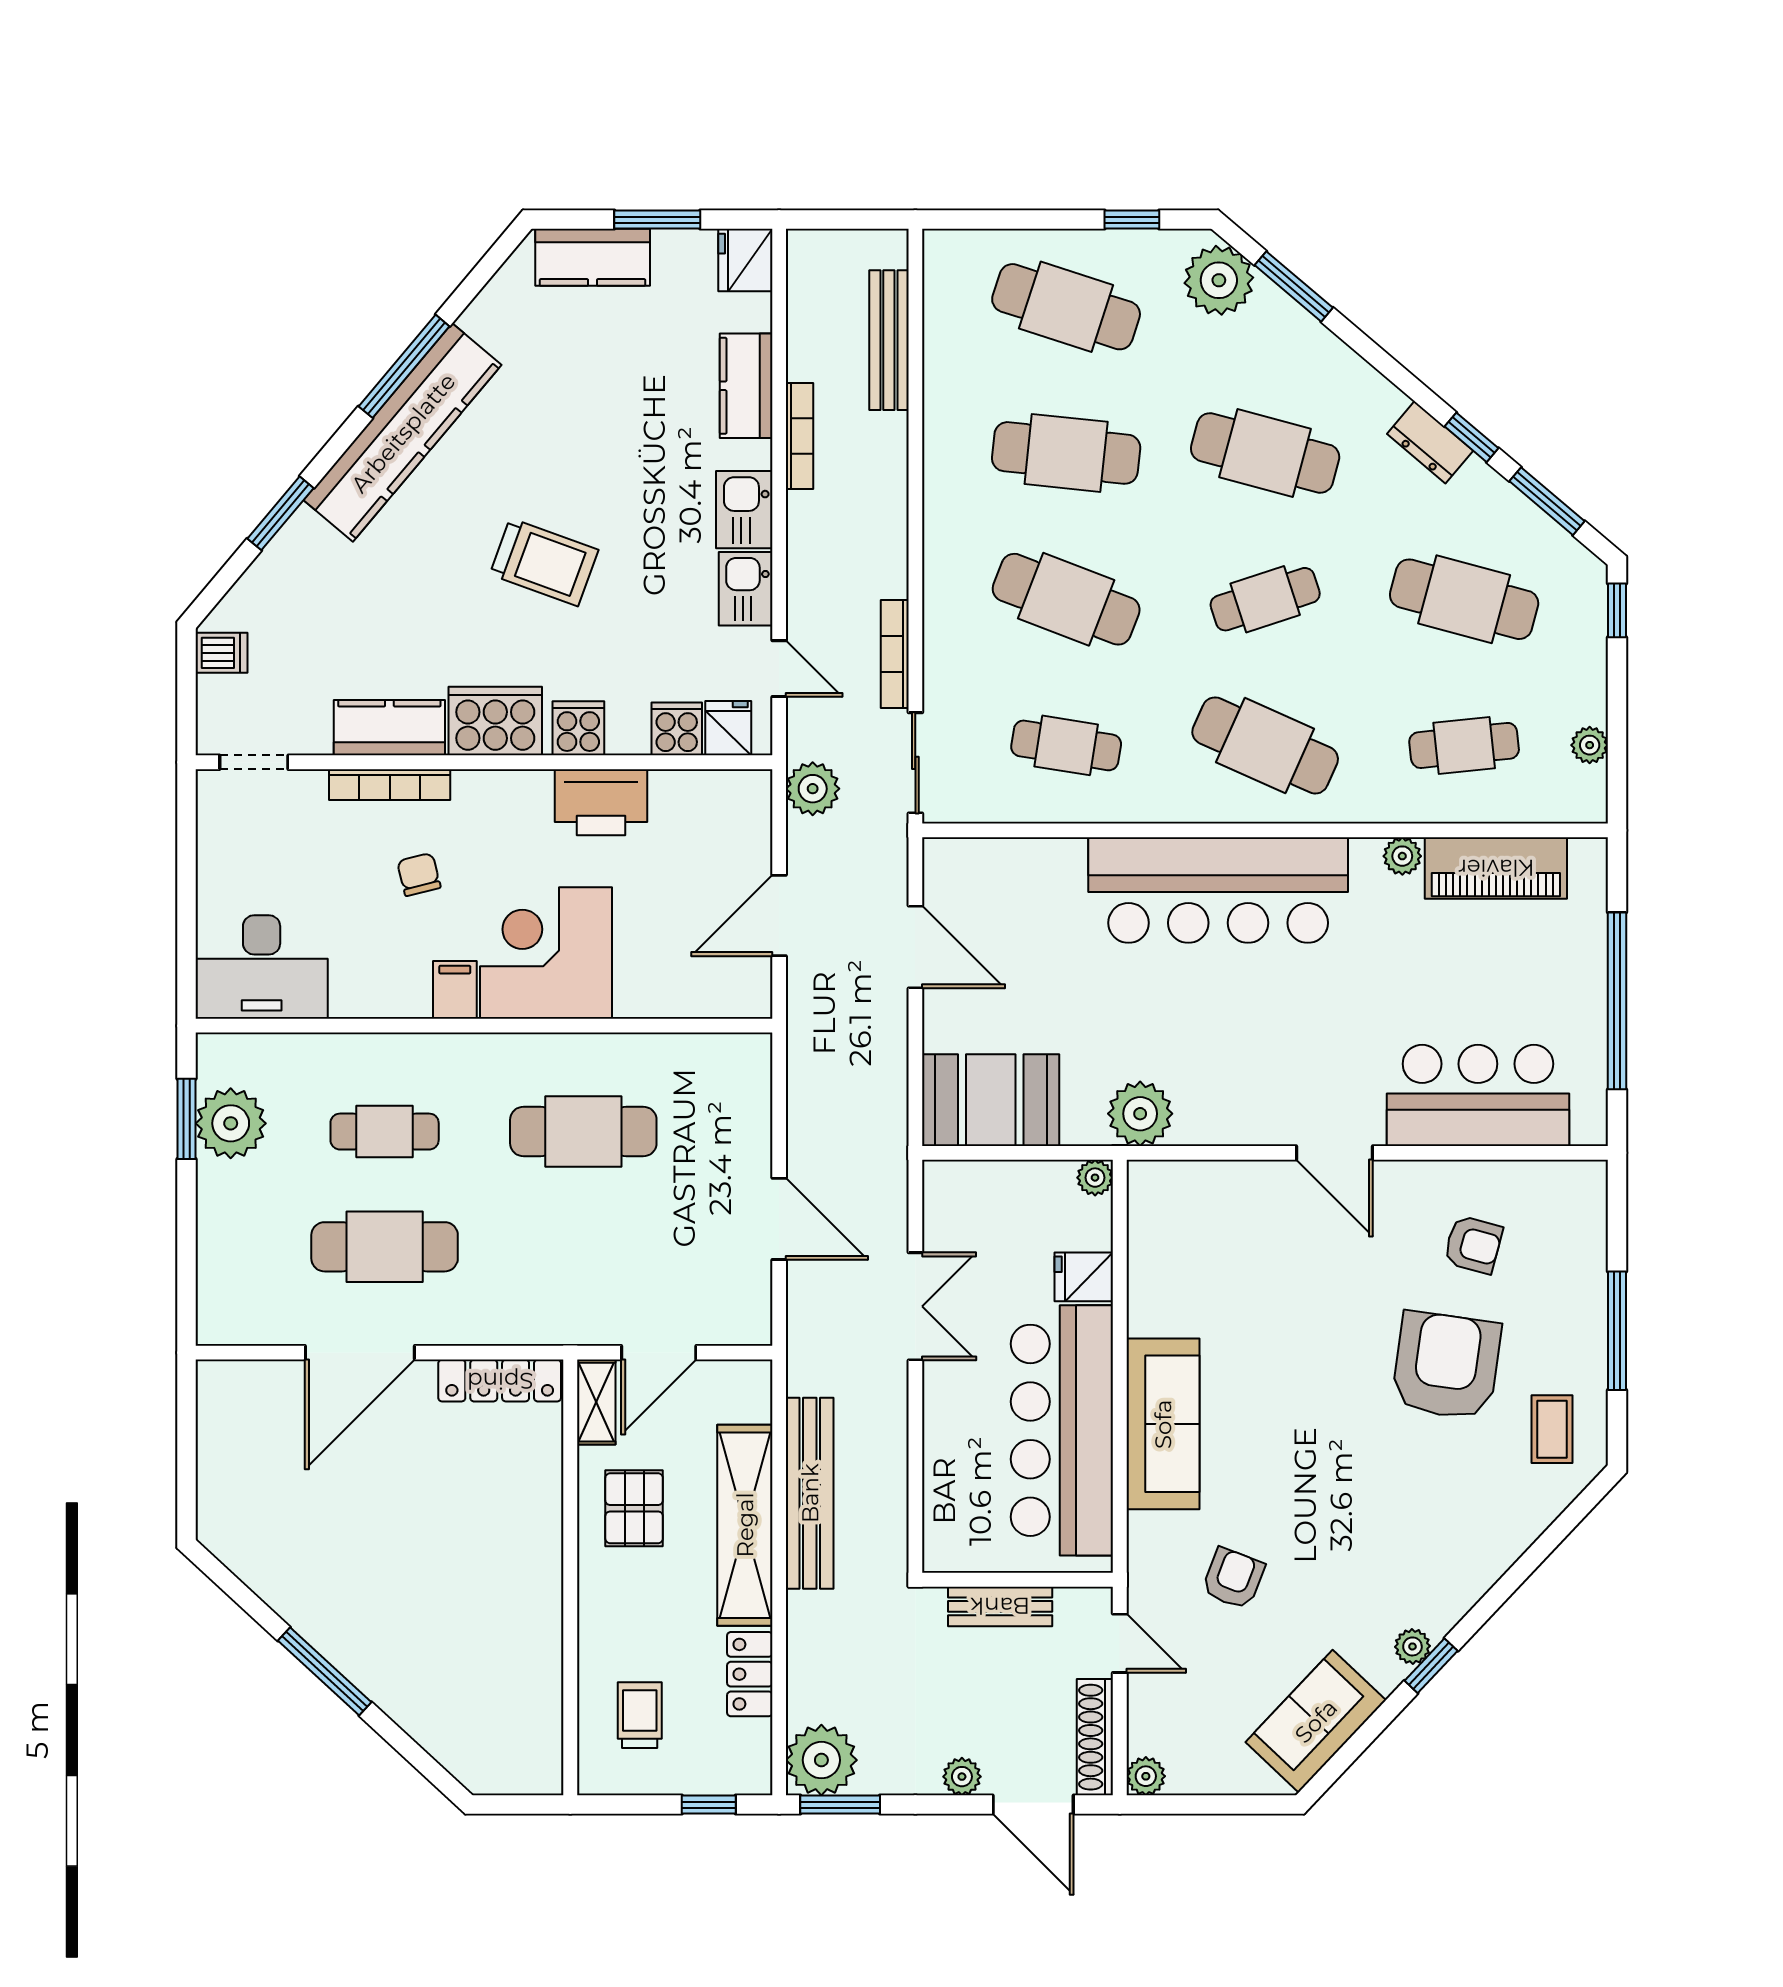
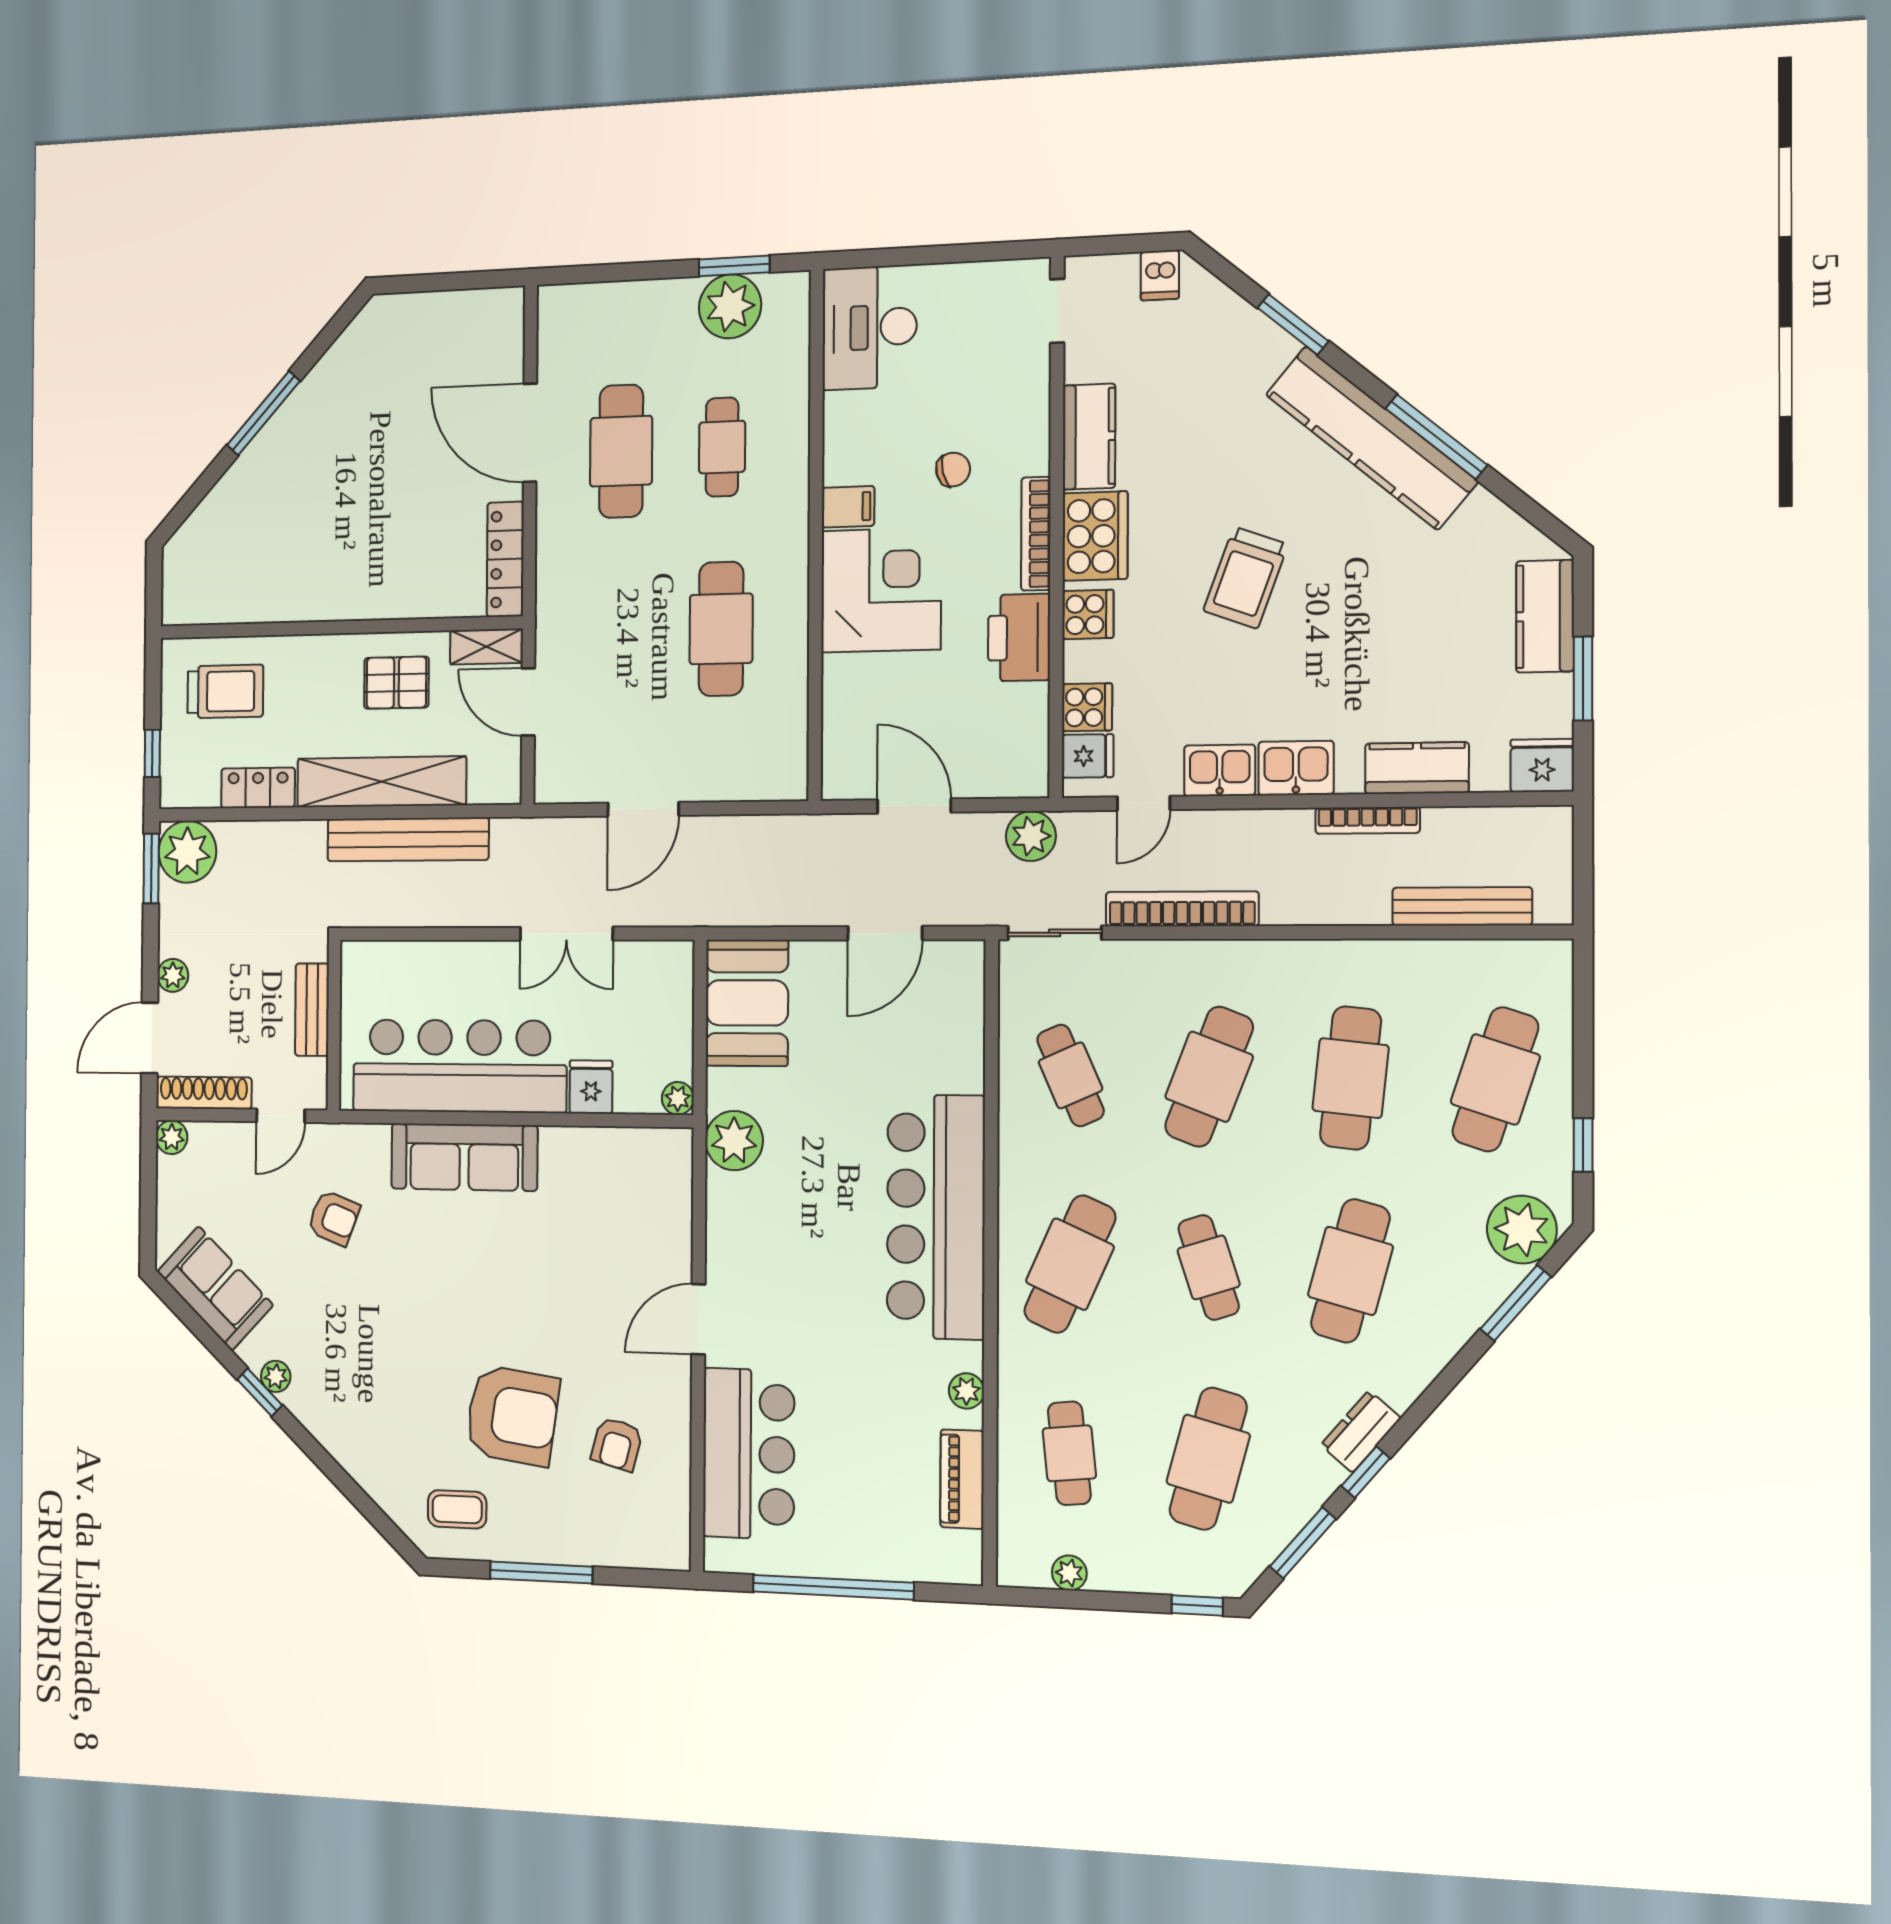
bookcase: (895, 654) -> (1182, 909), width x1.48, depth x1.31
cafe table: (1066, 745) -> (1071, 1075), turned -33
bookcase: (390, 785) -> (1036, 534), moved
piano: (1496, 868) -> (962, 1479), width x0.73, depth x0.75
trolley: (640, 1715) -> (225, 691), width x1.36, depth x1.39

